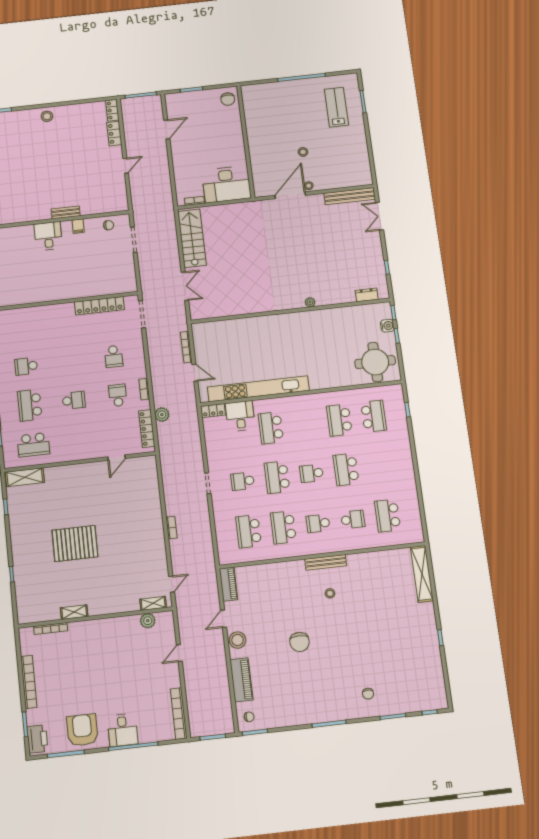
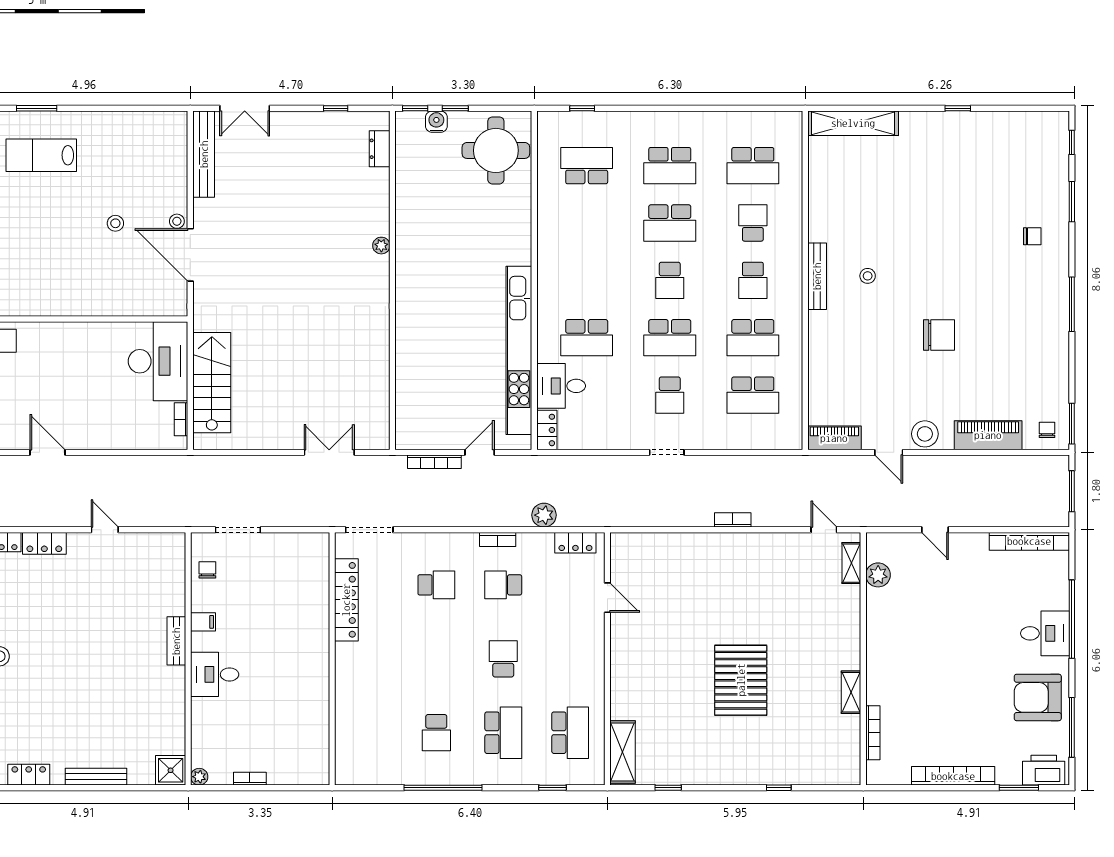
stairs: (192, 238) -> (212, 383), moved, turned 90
school desk: (30, 405) -> (503, 733), turned -90
school desk: (339, 420) -> (670, 166), moved
locker: (147, 429) -> (575, 543), width x0.66

